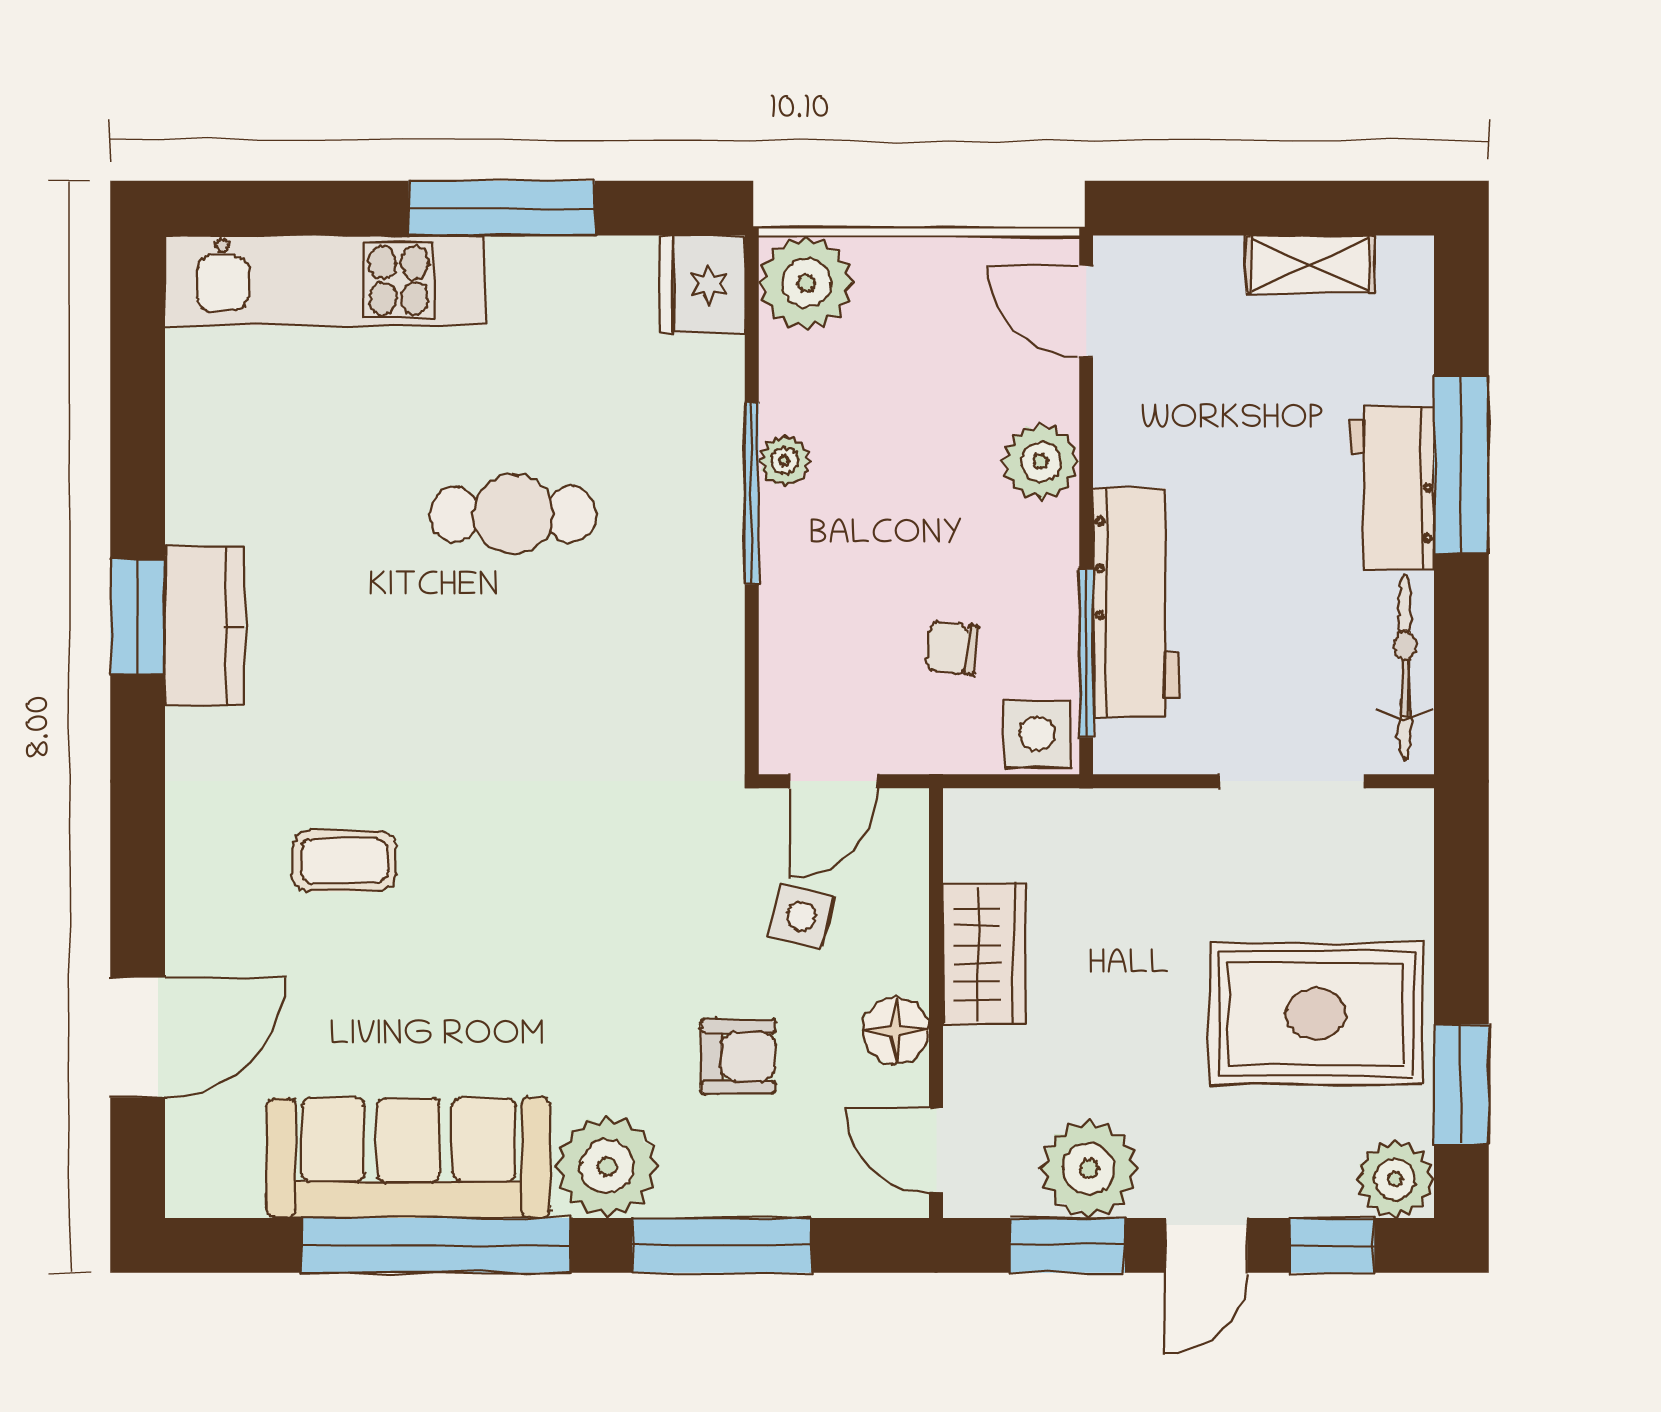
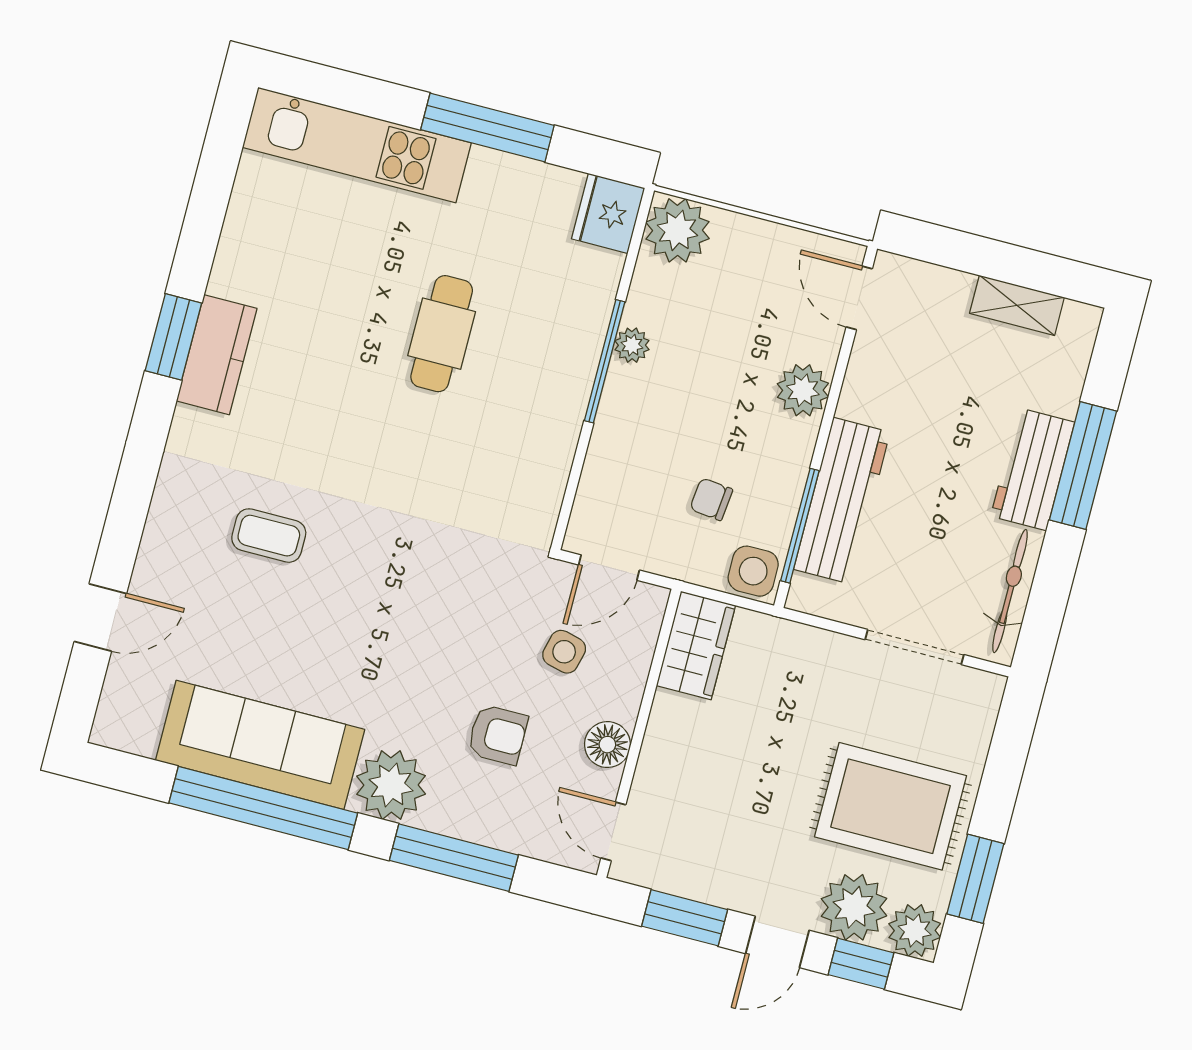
cafe table: (513, 514) -> (442, 334), turned 90
wardrobe: (984, 954) -> (696, 646), moved
door: (138, 1038) -> (100, 618), width x0.73
plant: (1089, 1169) -> (854, 907), moved

